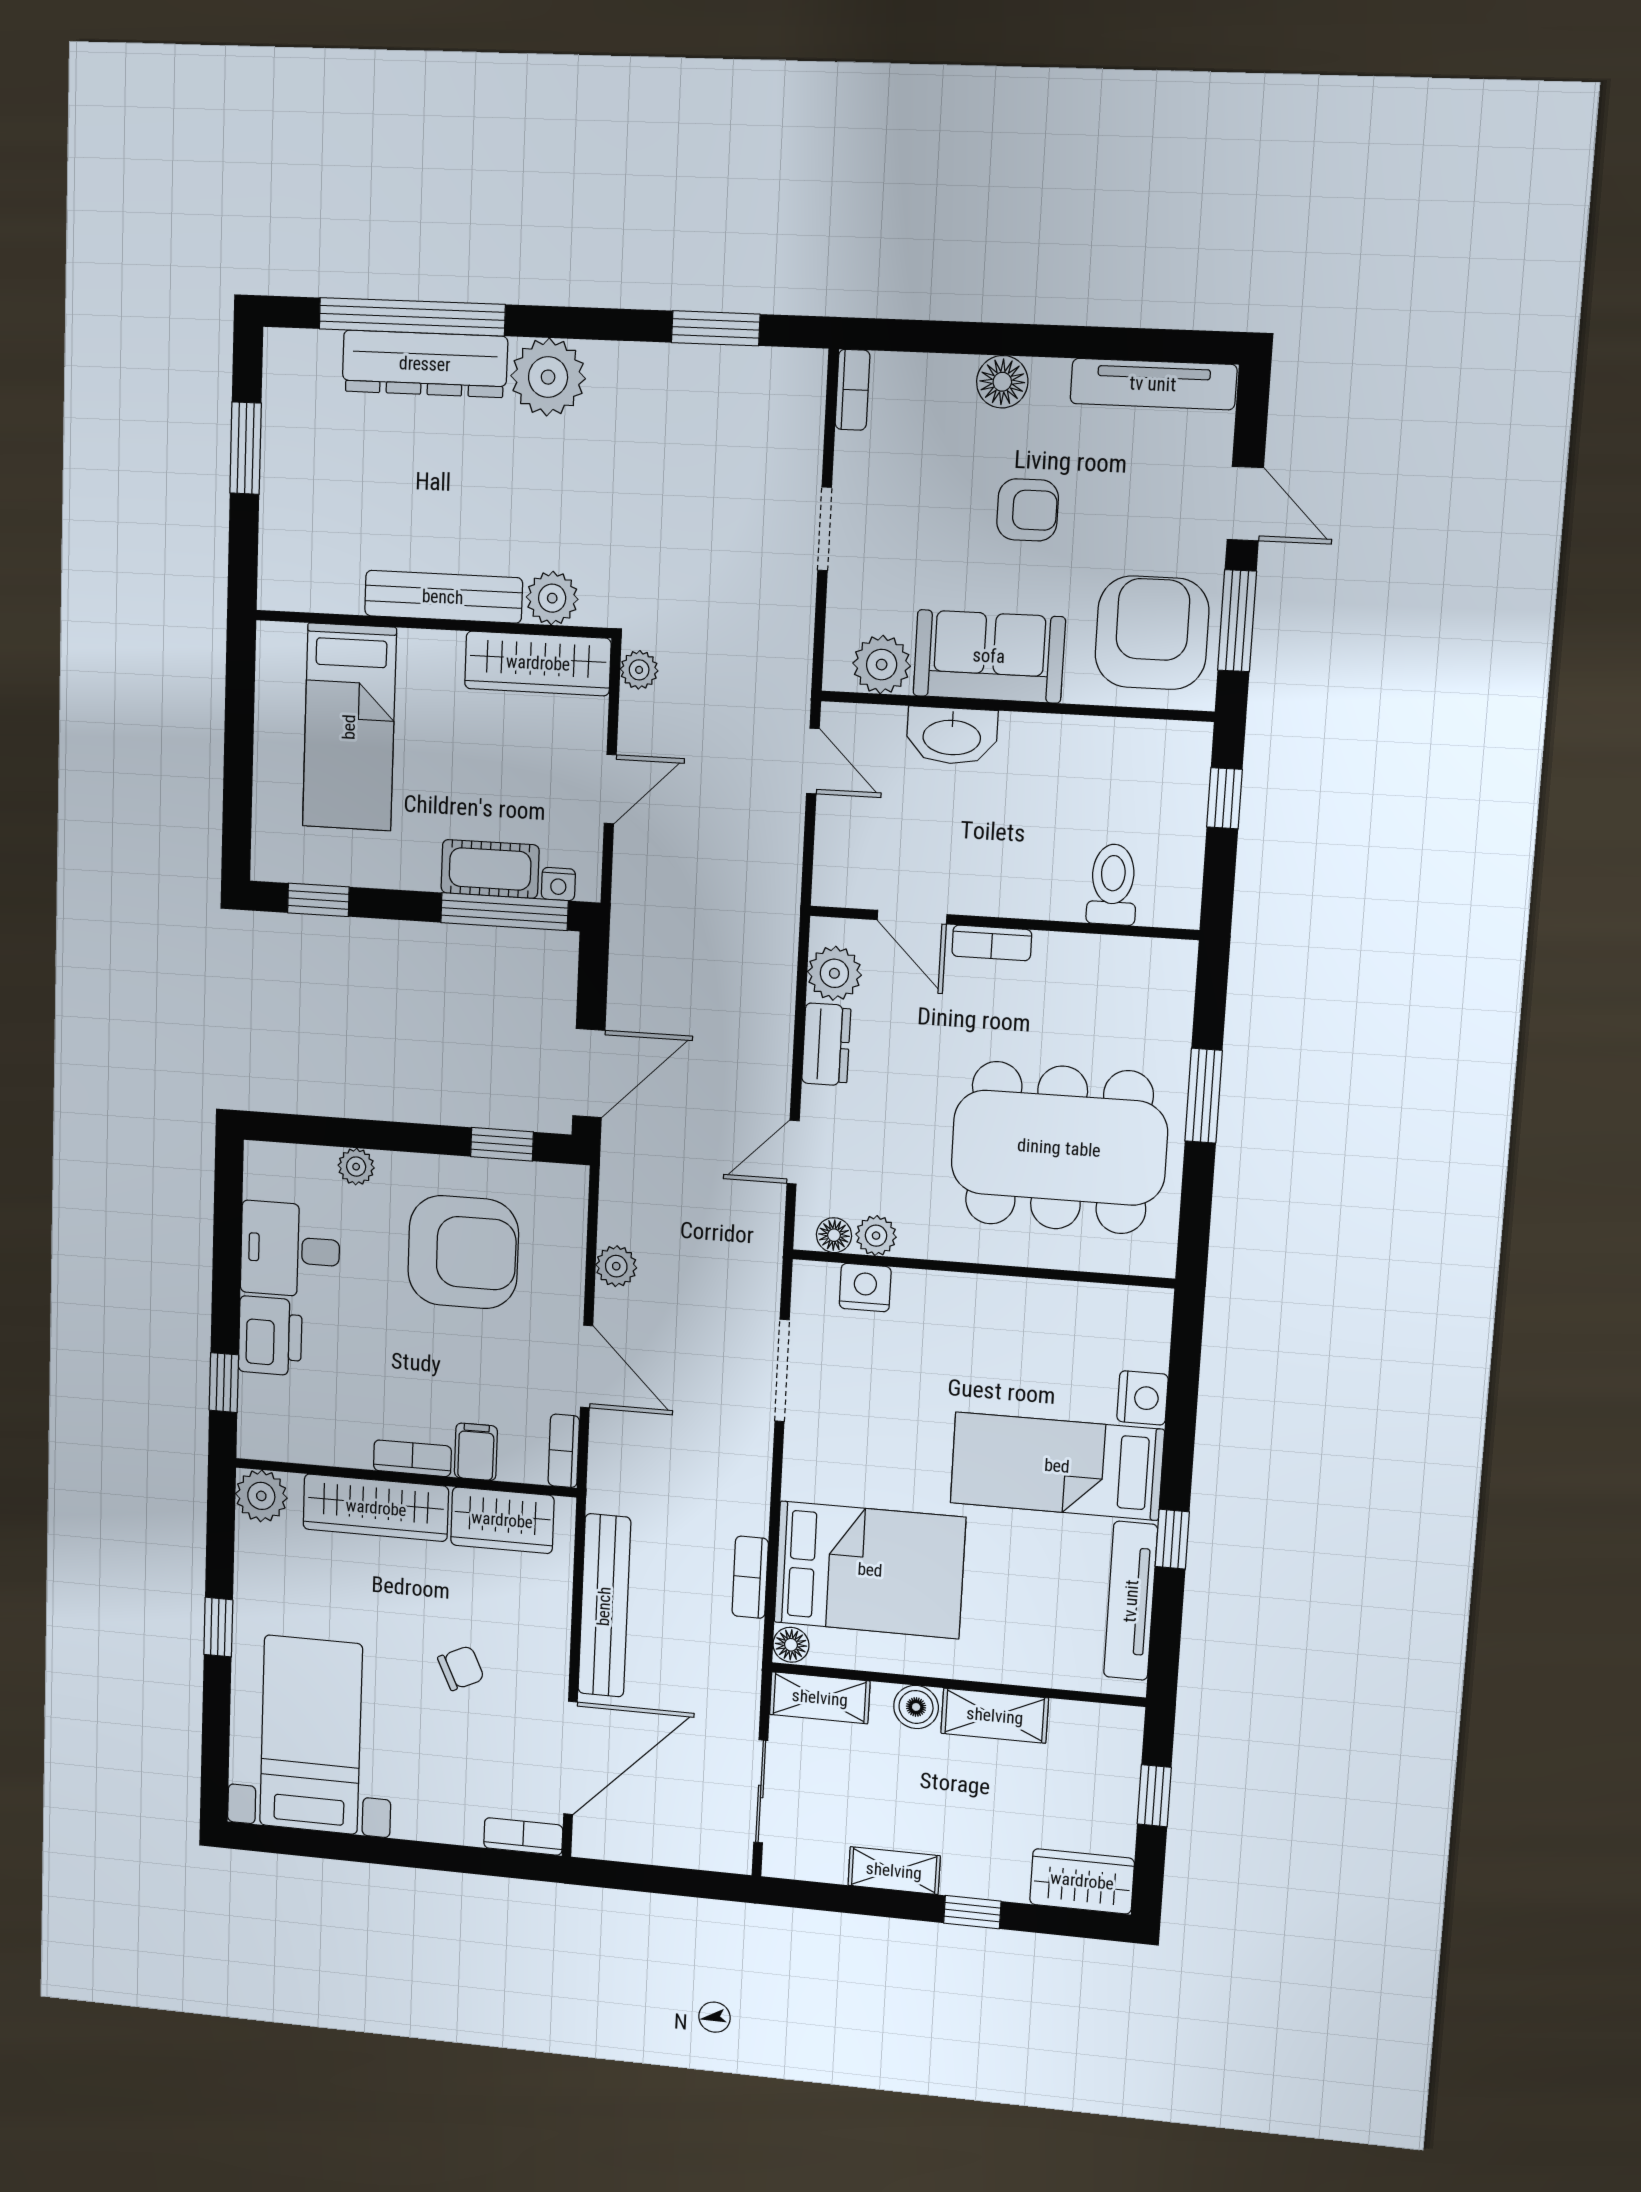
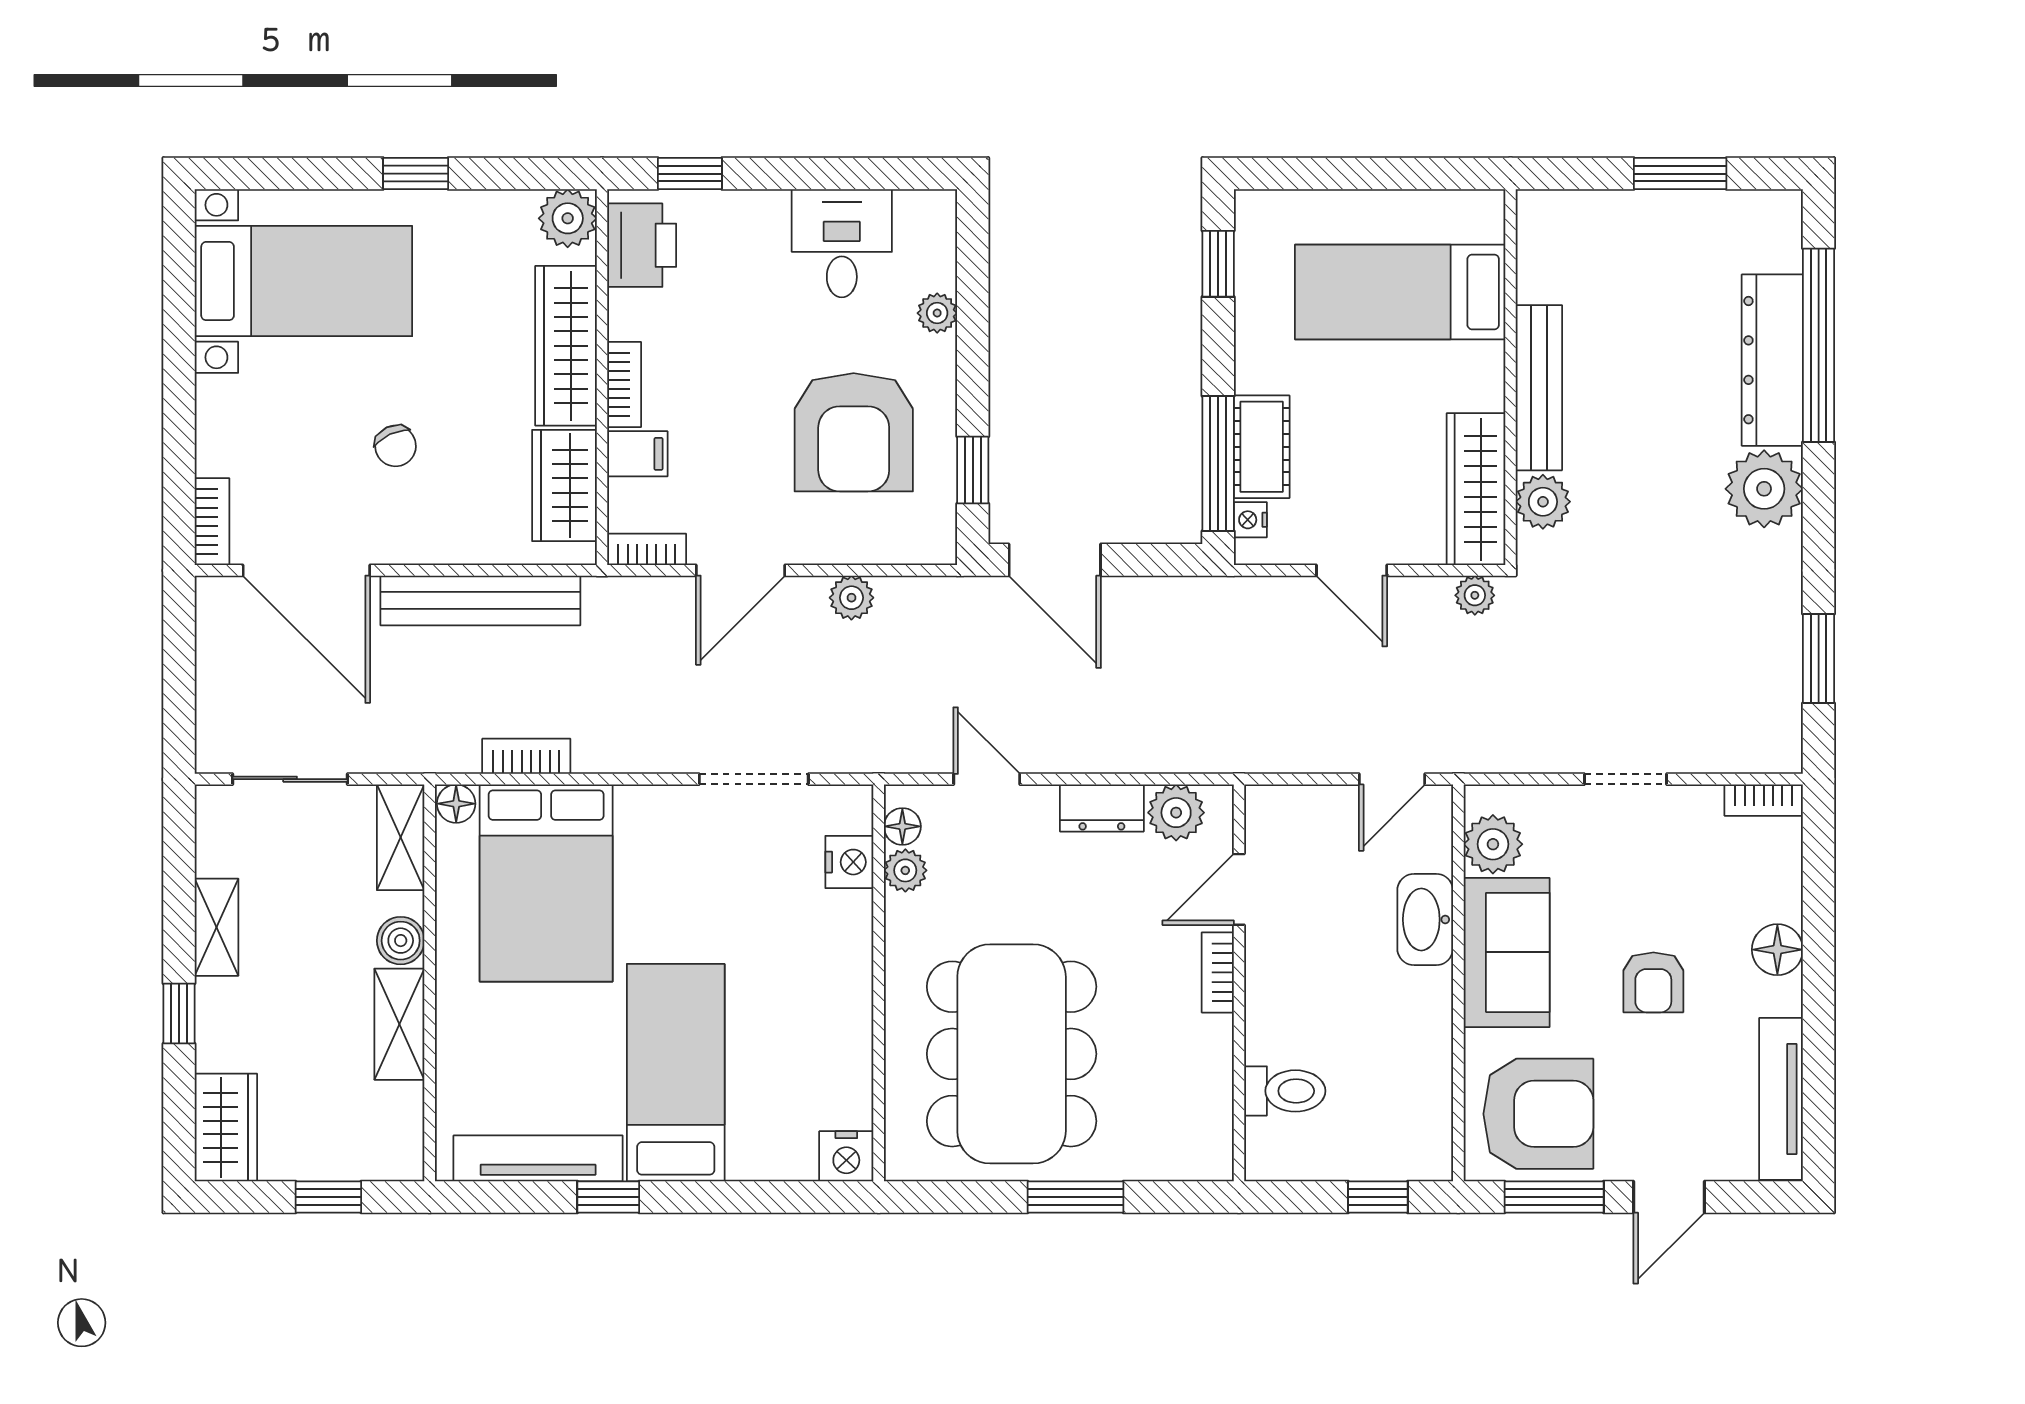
printer: (270, 1336) -> (642, 245), moved, turned -90
nightstand: (1143, 1398) -> (846, 1156), moved

